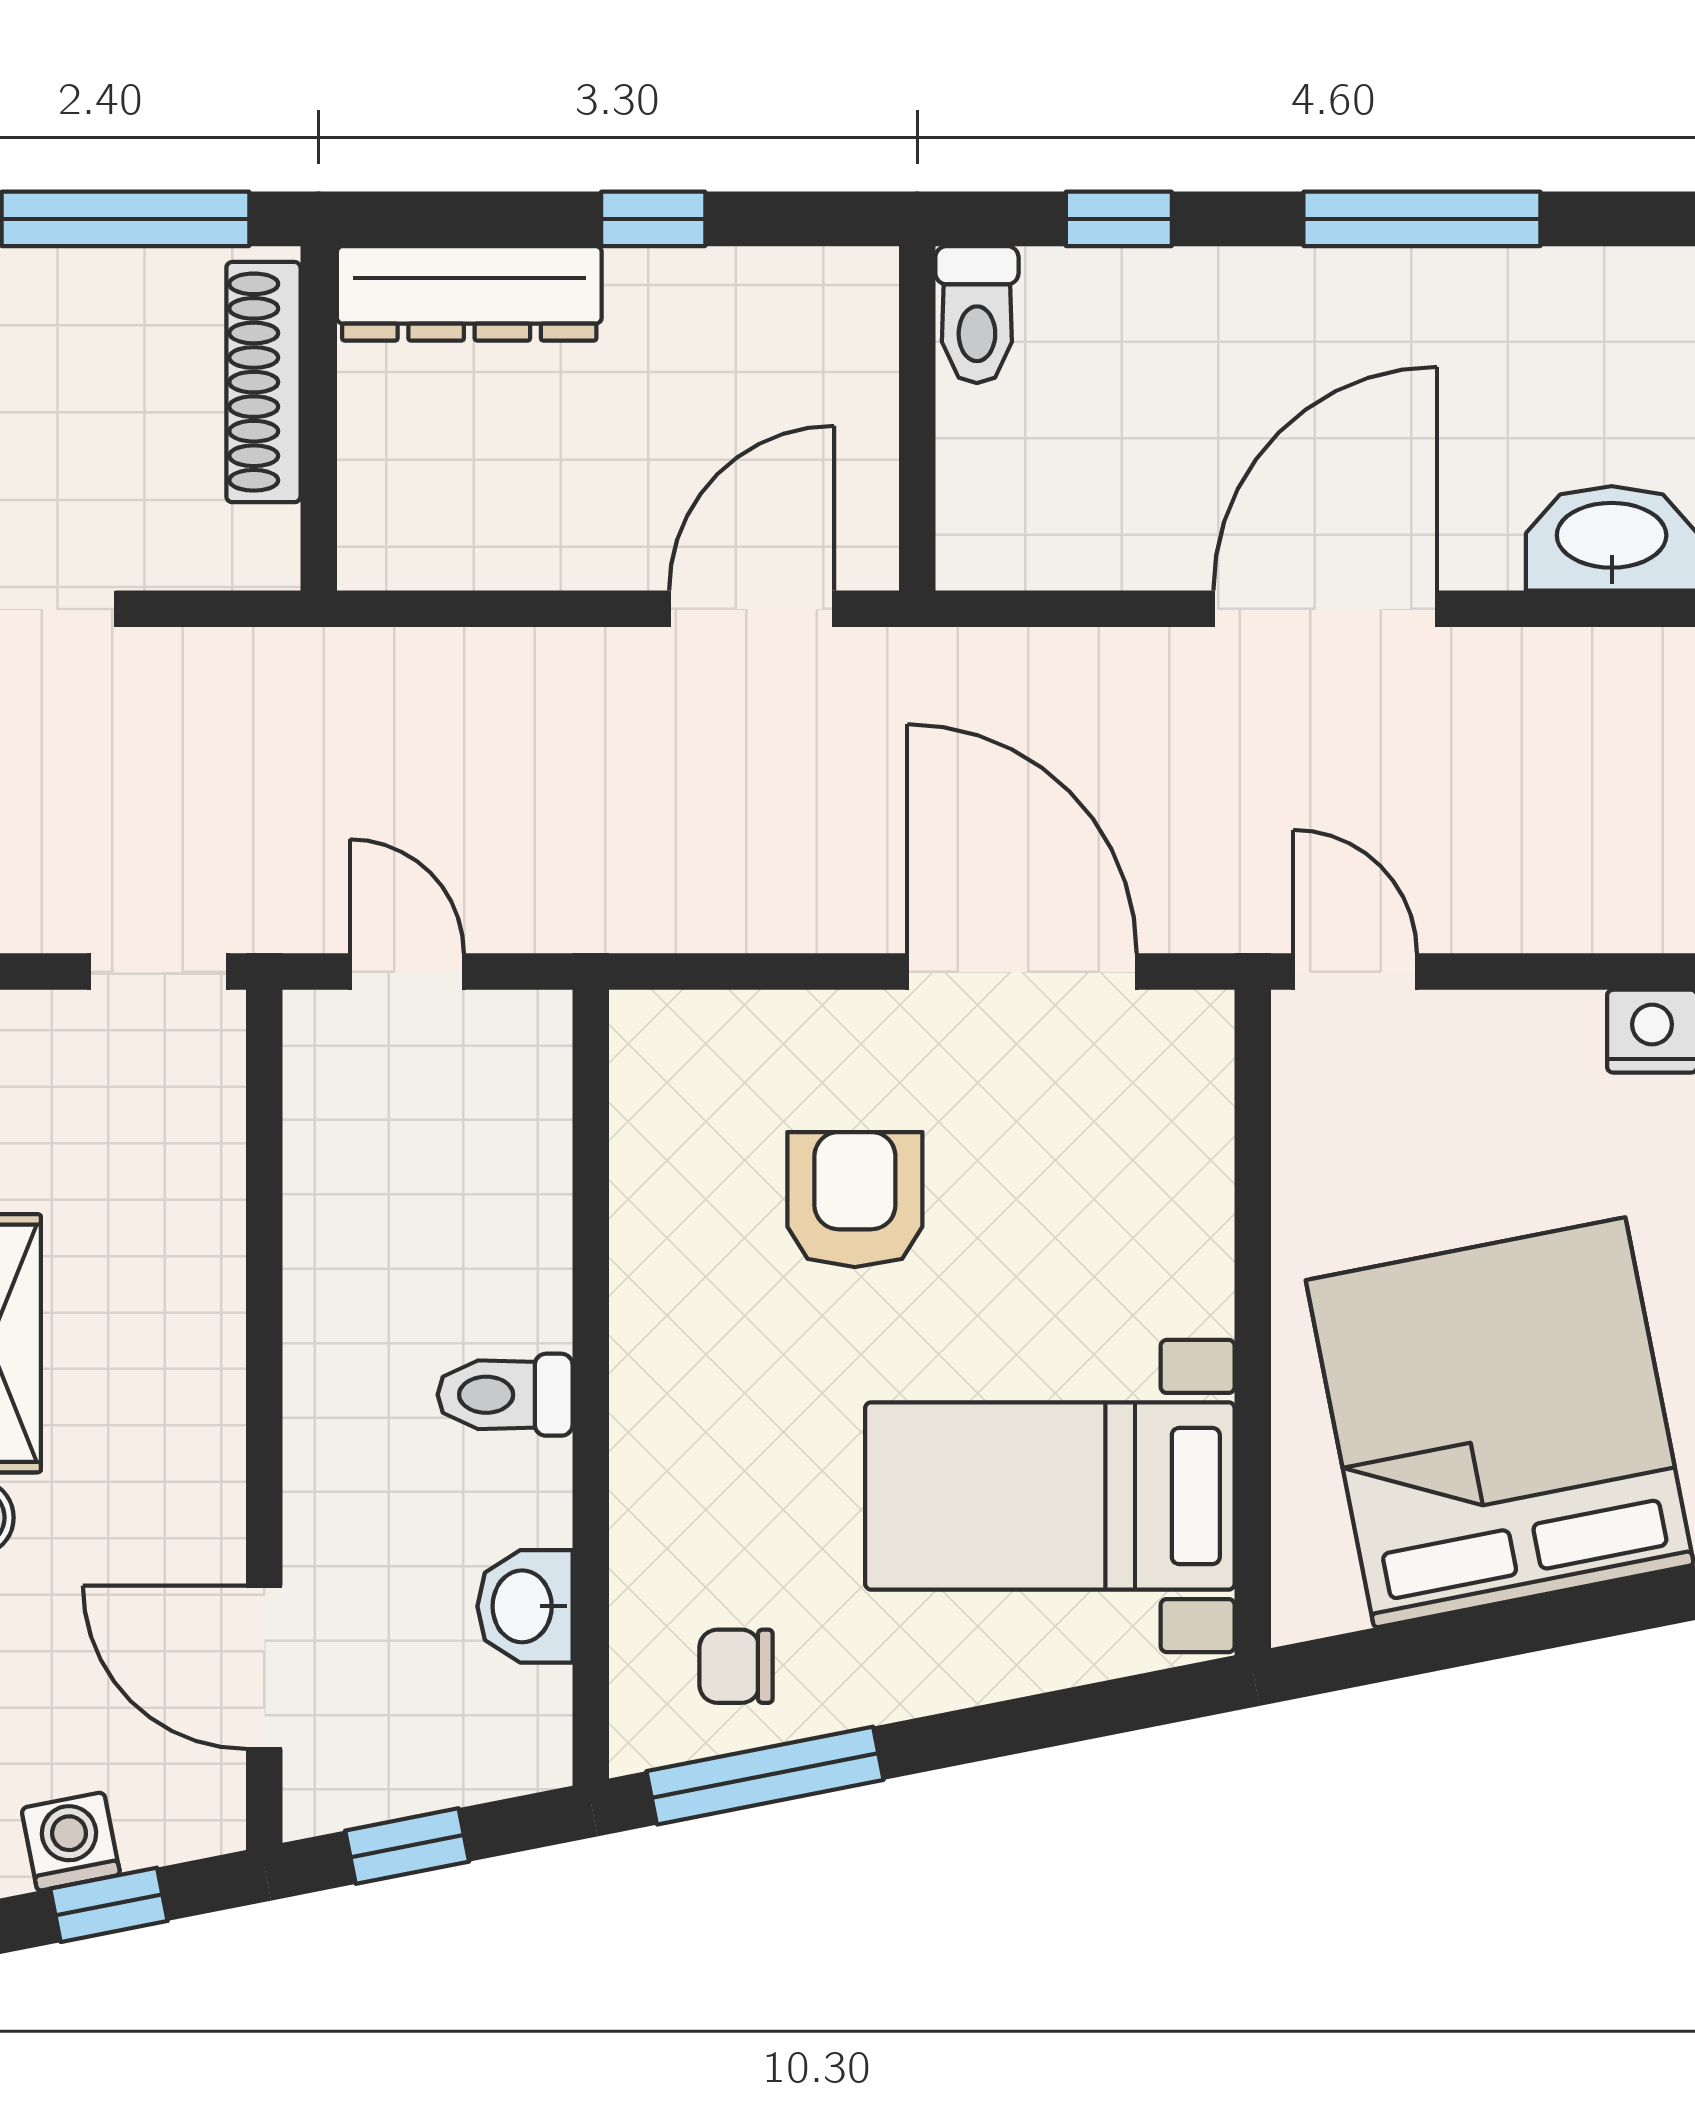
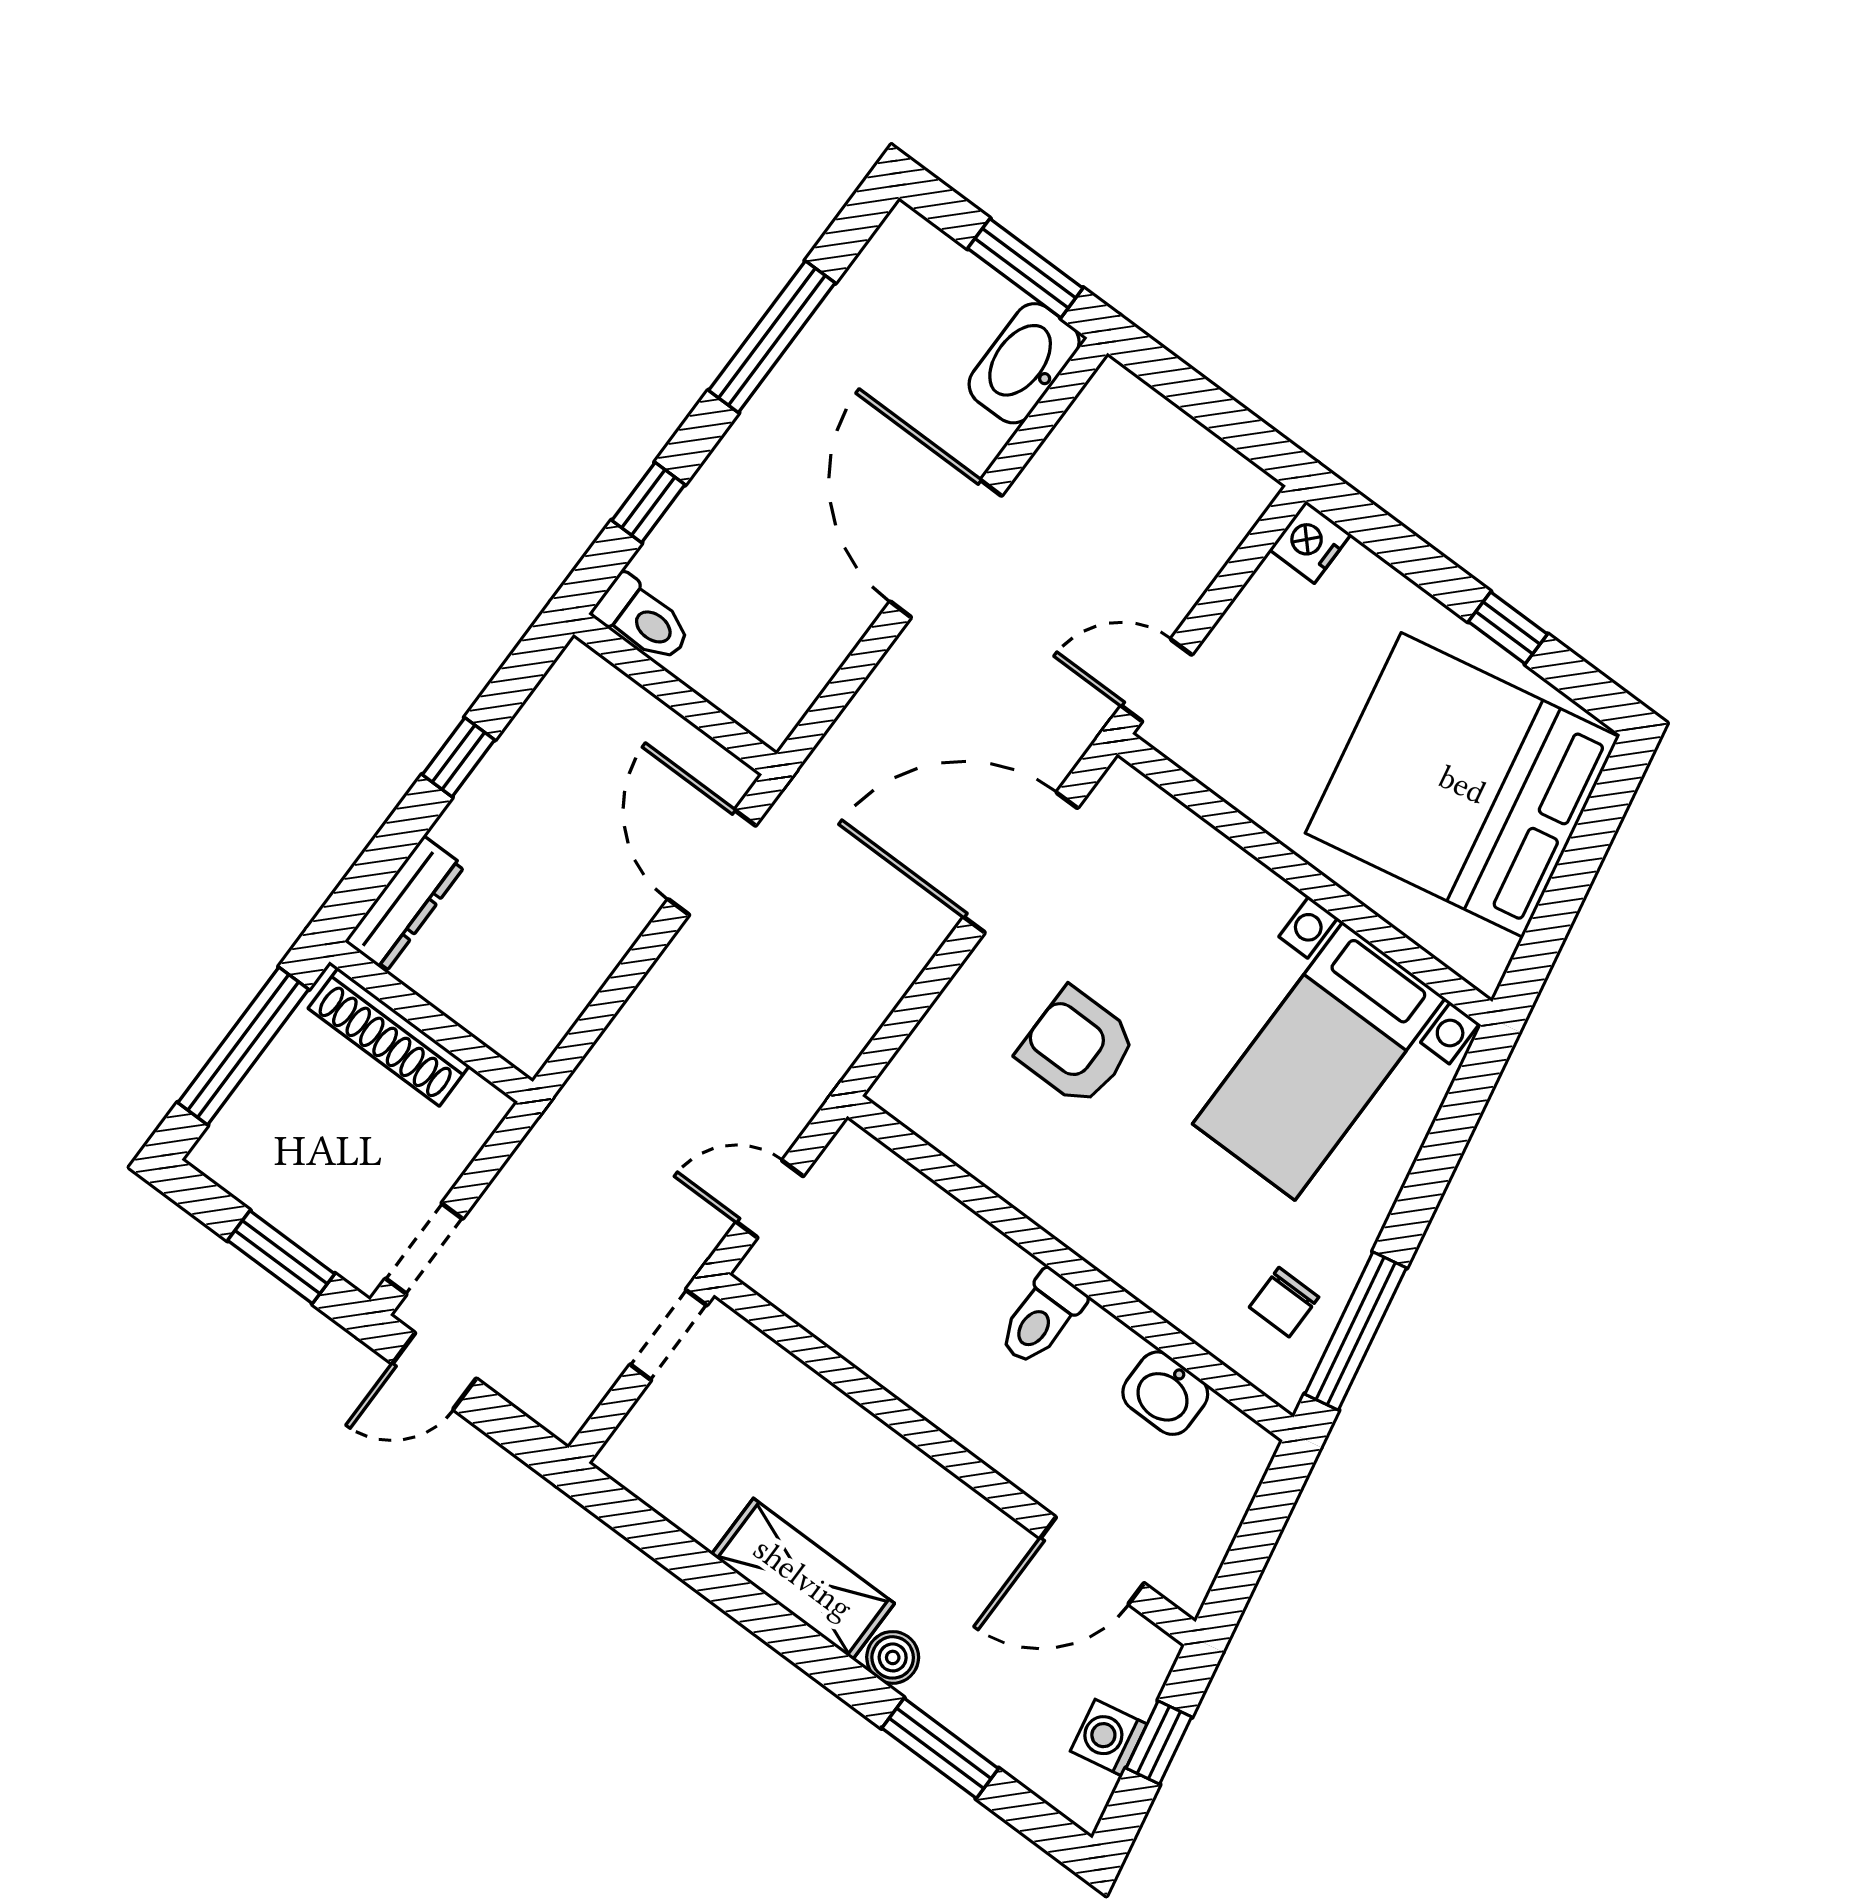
dresser: (469, 293) -> (405, 904), width x0.73, depth x0.80
window: (407, 1846) -> (1248, 1555), removed

